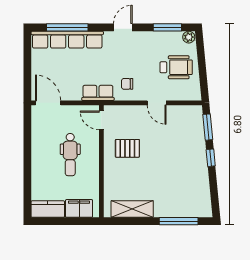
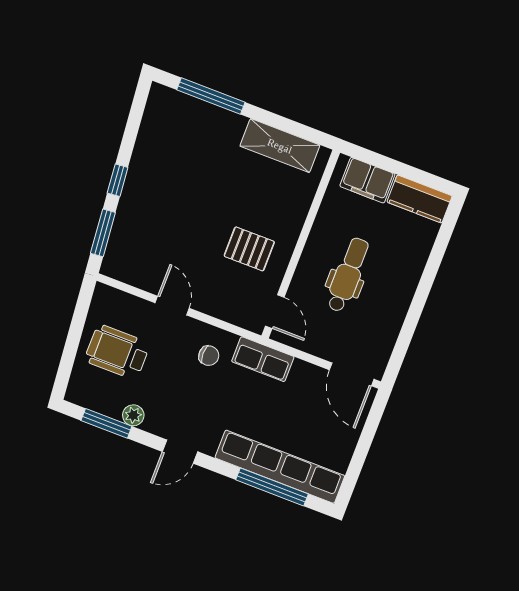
plant: (189, 37) -> (133, 415), moved

